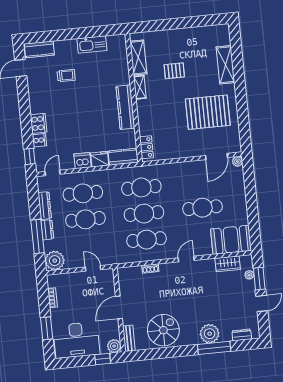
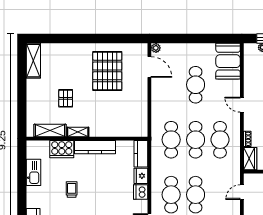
shelving: (225, 65) -> (33, 61), moved, turned 90
cooker: (120, 72) -> (62, 149), added
trolley: (66, 76) -> (72, 189), moved
locker: (146, 147) -> (134, 131), removed
wardrobe: (228, 264) -> (250, 159), moved

